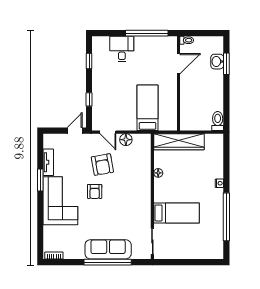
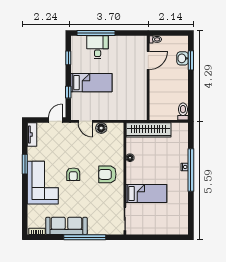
window: (147, 33) -> (96, 33), moved
bed: (147, 108) -> (91, 83), moved, turned 90
tv unit: (48, 162) -> (32, 135), moved
armchair: (102, 165) -> (107, 174), moved, turned 100
window: (226, 217) -> (191, 170), moved
sofa: (108, 249) -> (66, 226), moved

